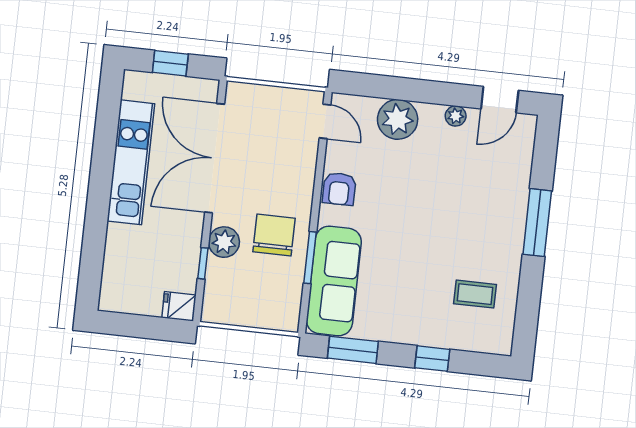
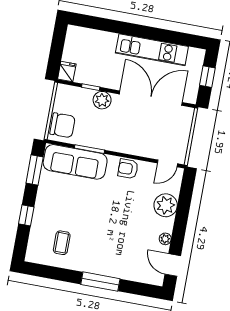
chair: (274, 235) -> (63, 125), moved

